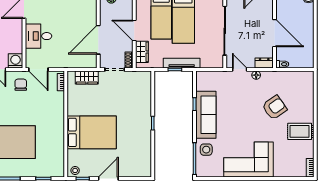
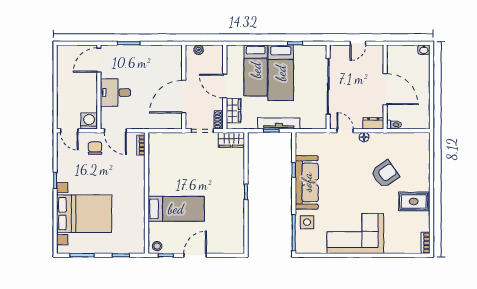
wardrobe: (87, 77) -> (231, 140), moved
bed: (92, 132) -> (176, 209), width x0.67

